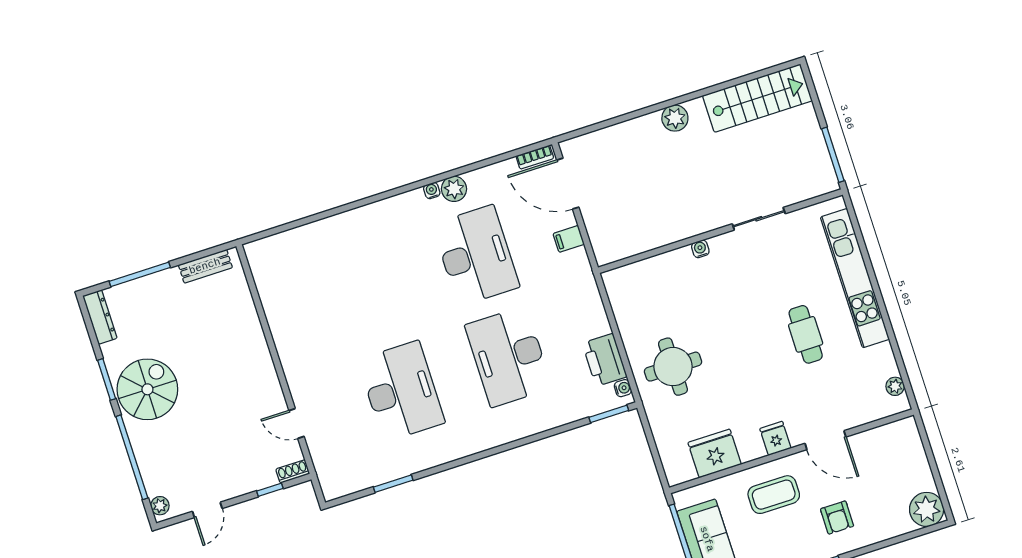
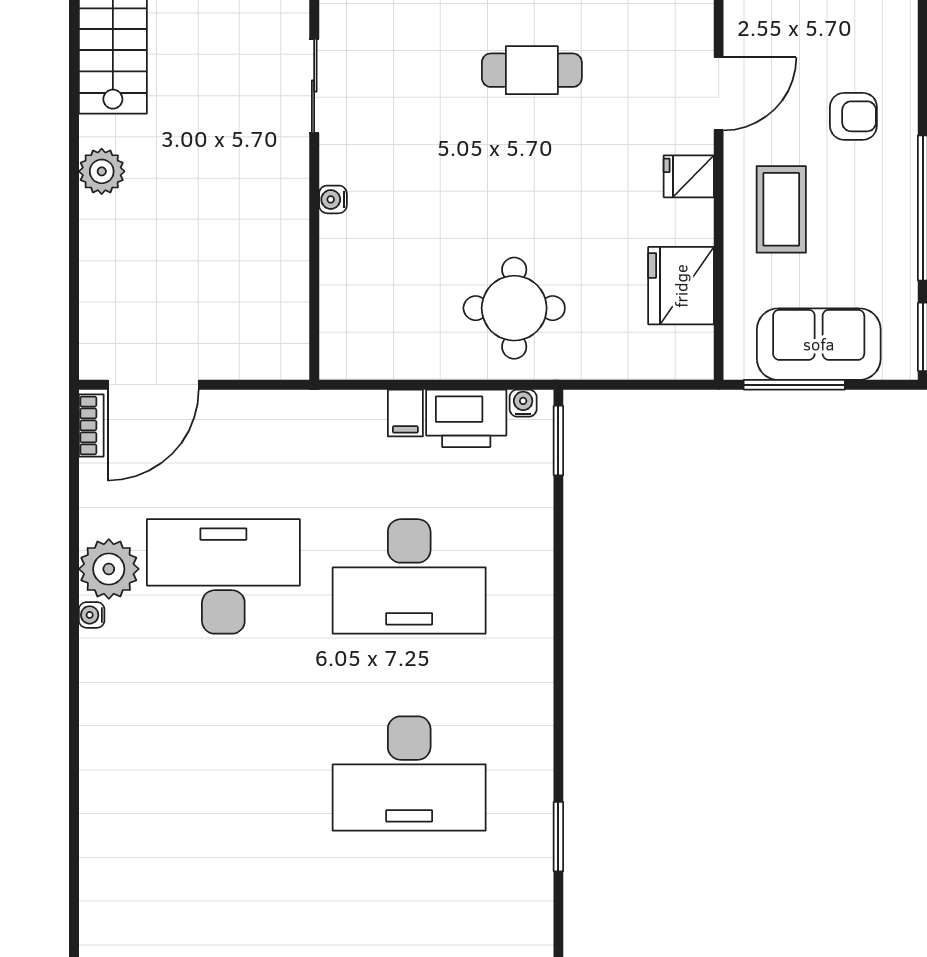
plant: (454, 189) -> (109, 569), width x1.36, depth x1.36
filing cabinet: (569, 239) -> (405, 413), moved
desk: (401, 391) -> (409, 774), turned 180

